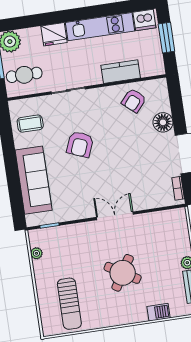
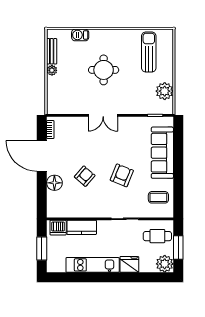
dishwasher: (144, 20) -> (58, 228), moved, turned 180
armchair: (134, 101) -> (85, 176), moved
plant: (36, 253) -> (165, 91), width x1.87, depth x1.87
round table: (123, 273) -> (104, 70), turned -31

